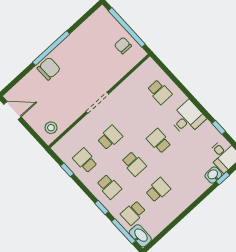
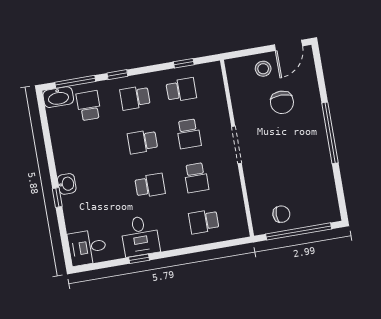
chair: (49, 69) -> (282, 102), moved
desk: (187, 118) -> (140, 236), moved
window: (219, 127) -> (139, 259), moved
stool: (51, 128) -> (263, 69), moved
washbasin: (213, 175) -> (67, 184), moved
window: (223, 178) -> (57, 198), moved
school desk: (158, 190) -> (196, 178), moved

